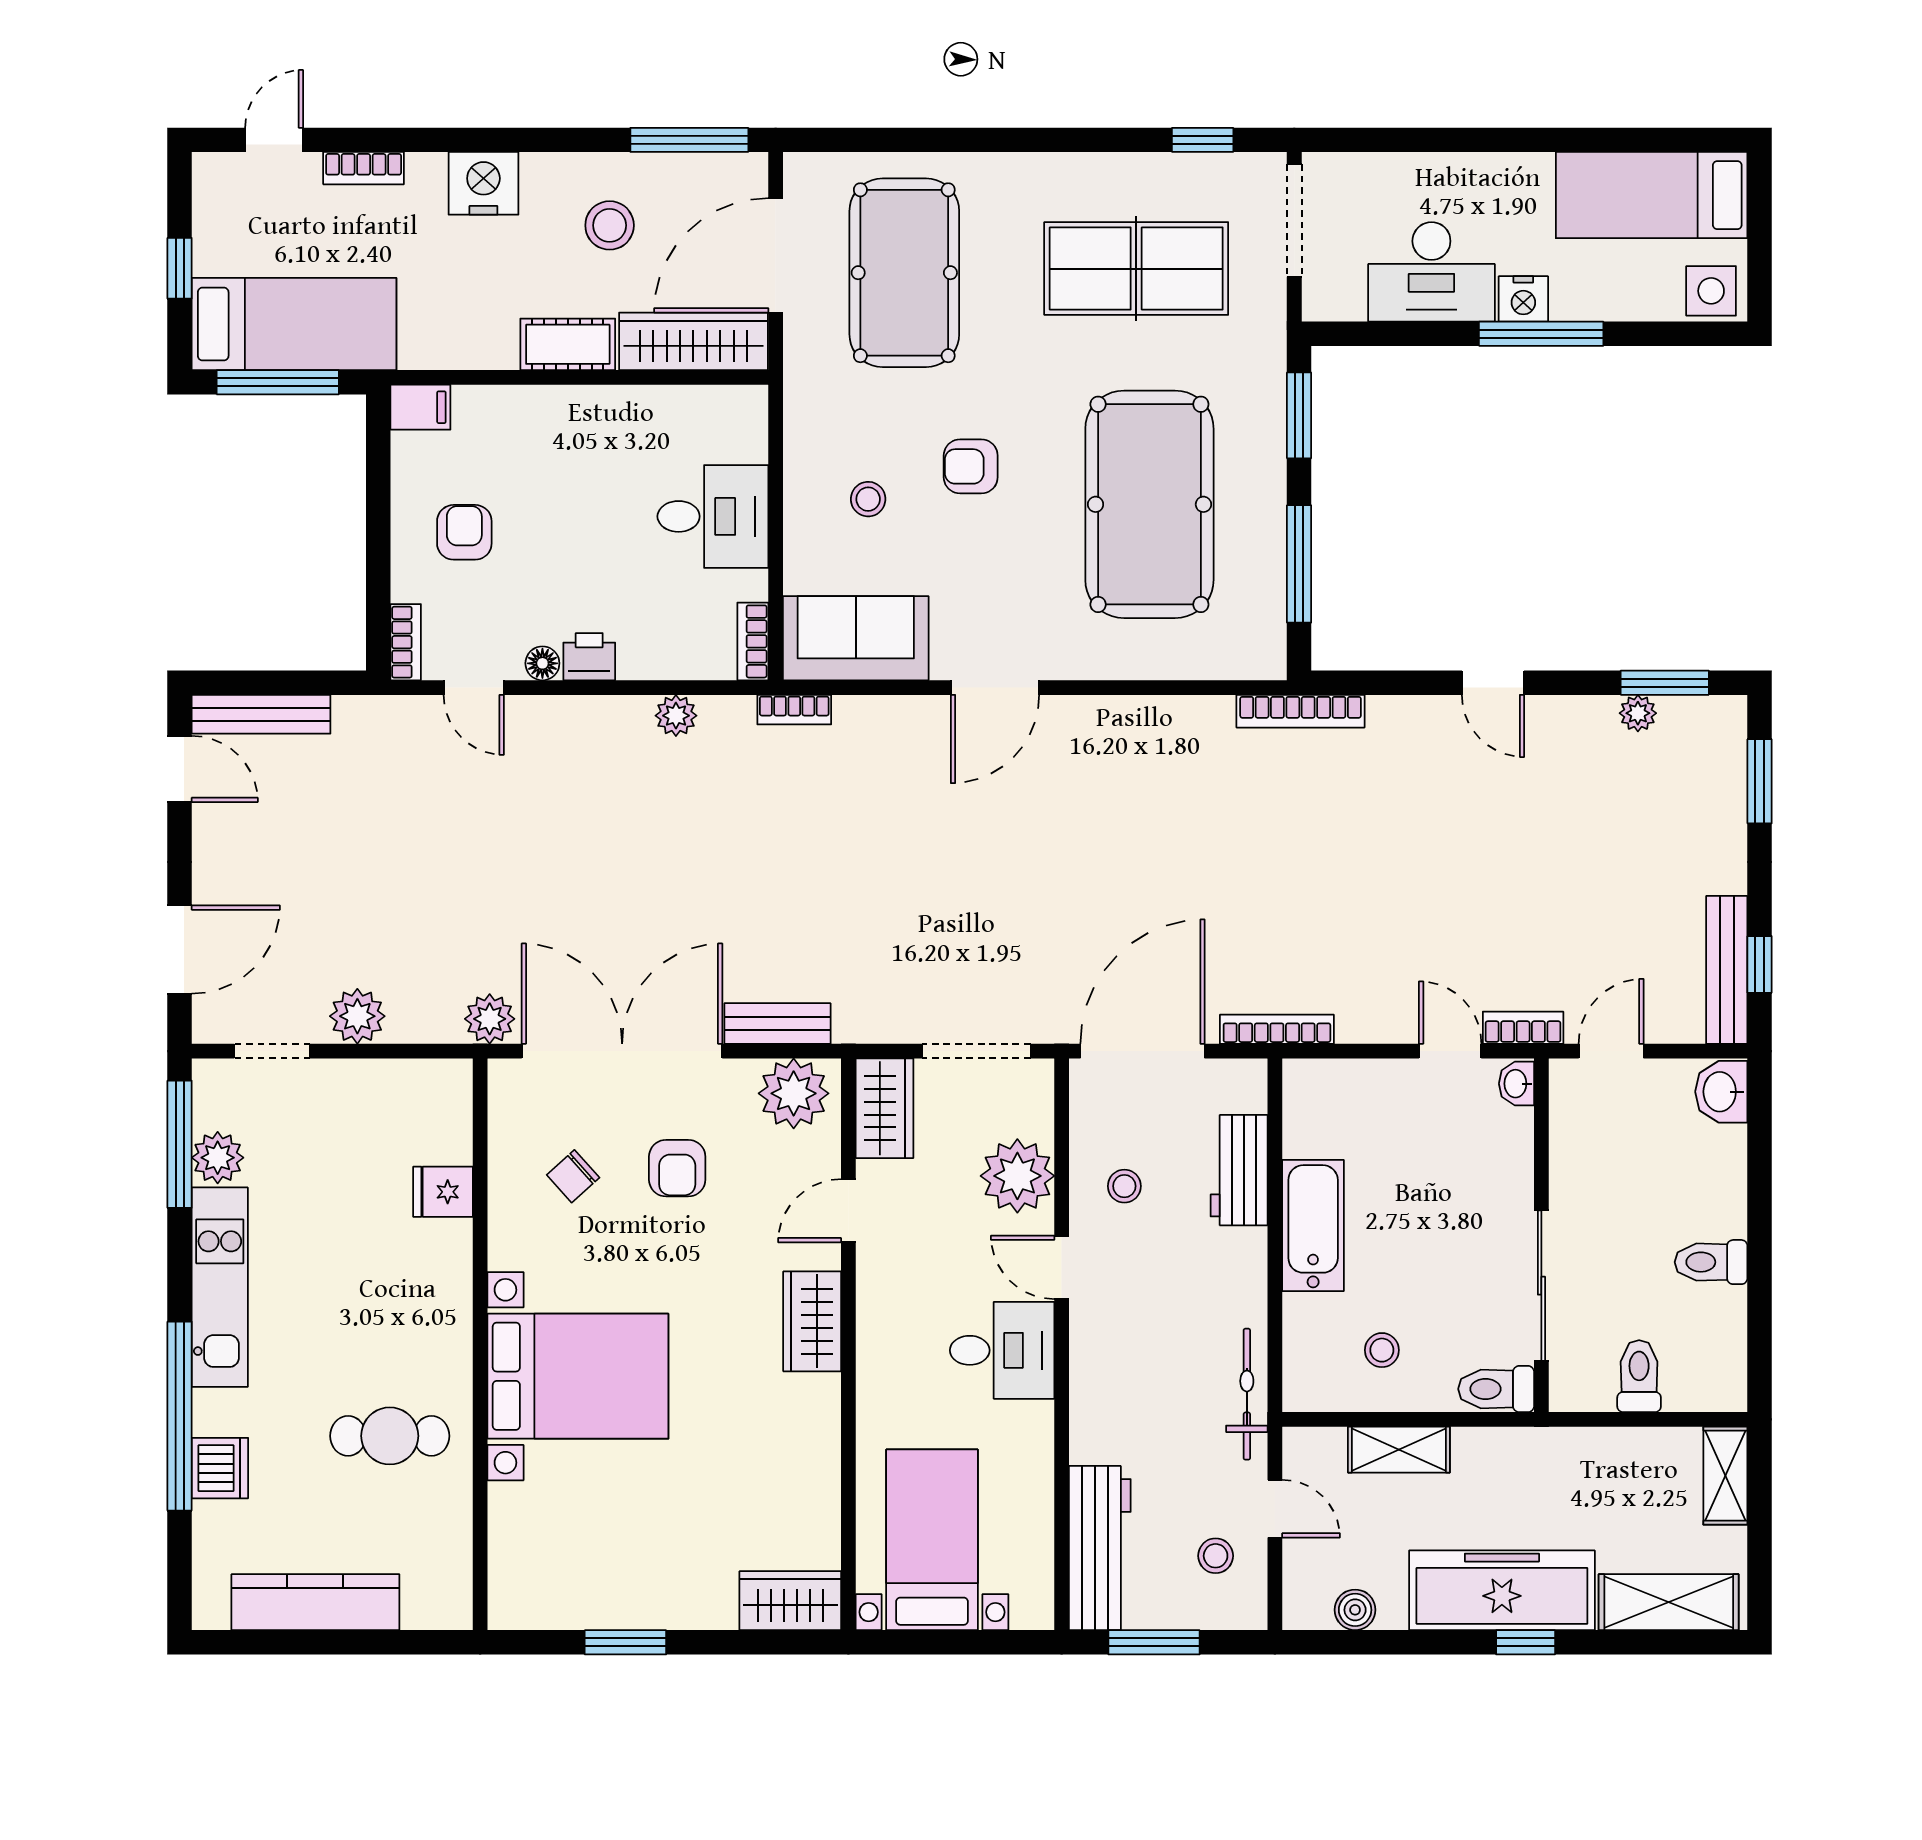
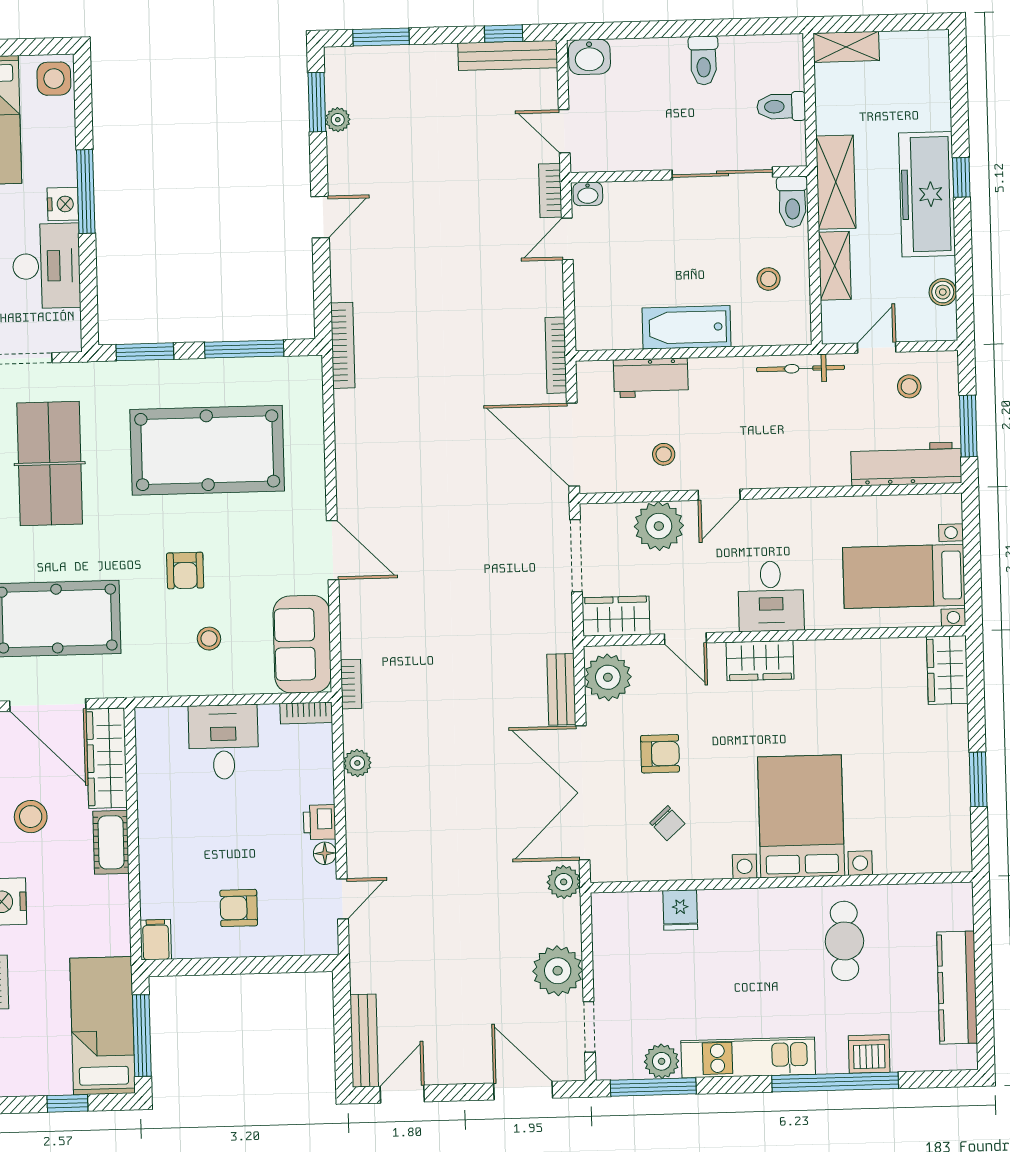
bookcase: (406, 642) -> (313, 945), removed
plant: (357, 1016) -> (558, 971), width x1.36, depth x1.36
desk: (1002, 1350) -> (771, 596), moved, turned 180
shelving: (1669, 1602) -> (836, 182), moved

